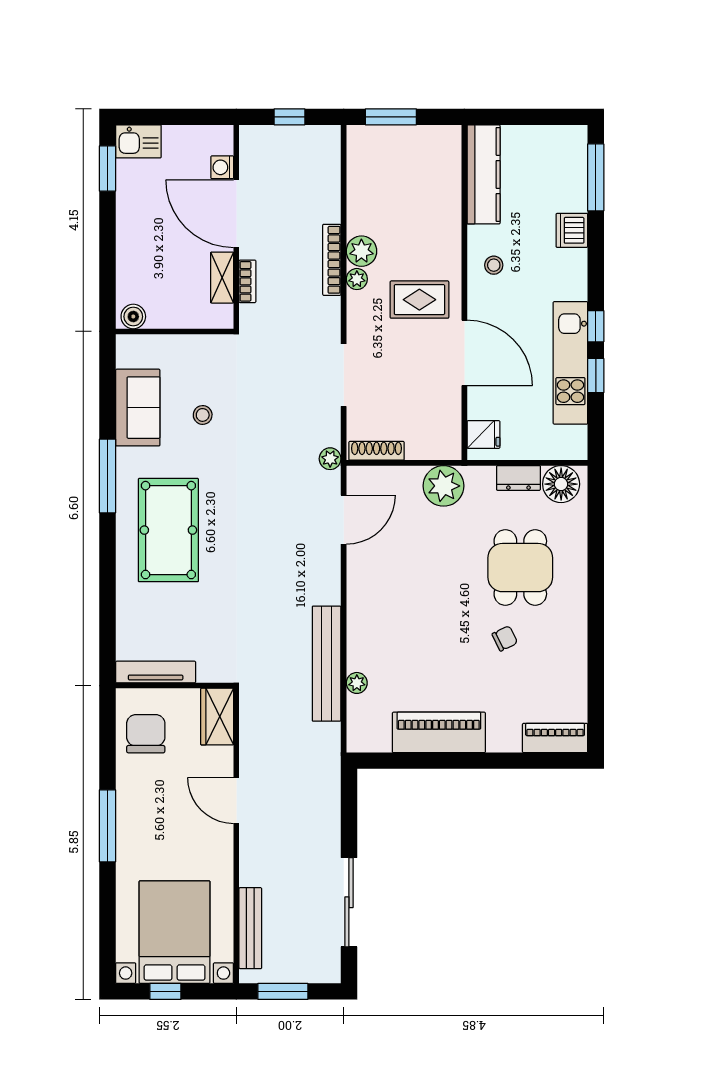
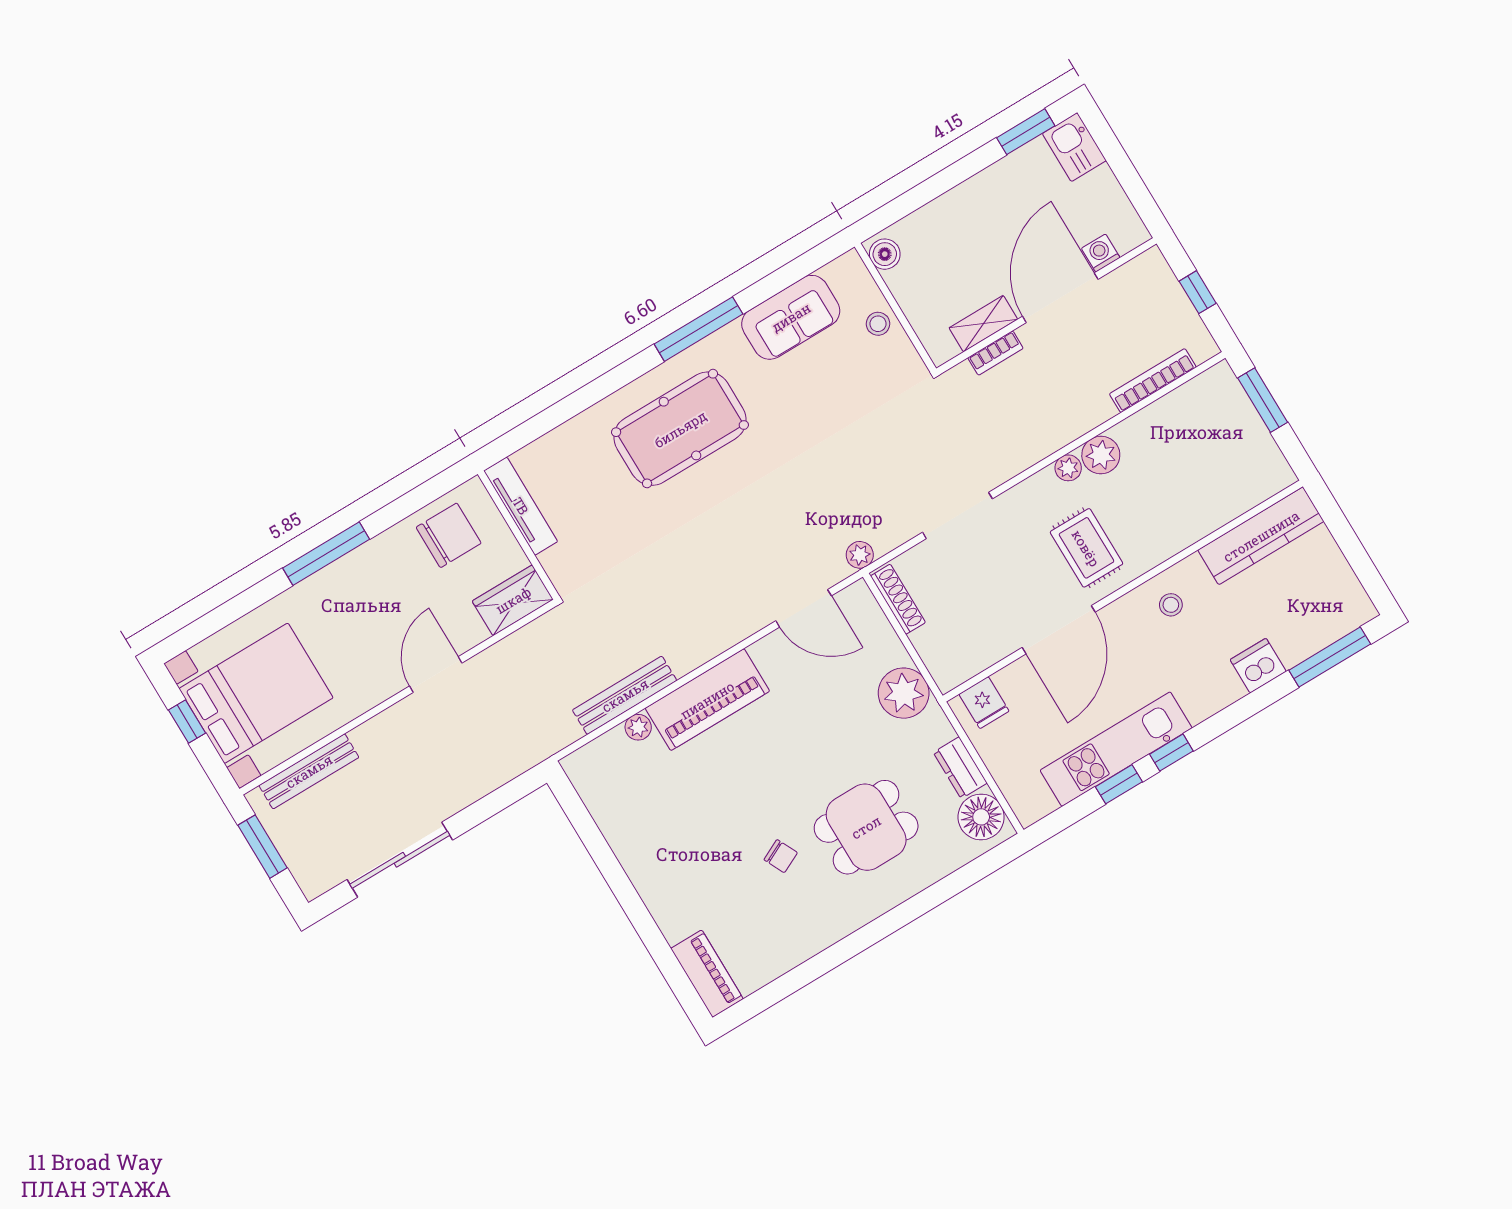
bookcase: (332, 260) -> (1153, 381), moved
stool: (203, 415) -> (878, 324), moved
bench: (327, 664) -> (625, 695), width x0.73, depth x0.82
piano: (439, 732) -> (707, 700), moved, turned 90

